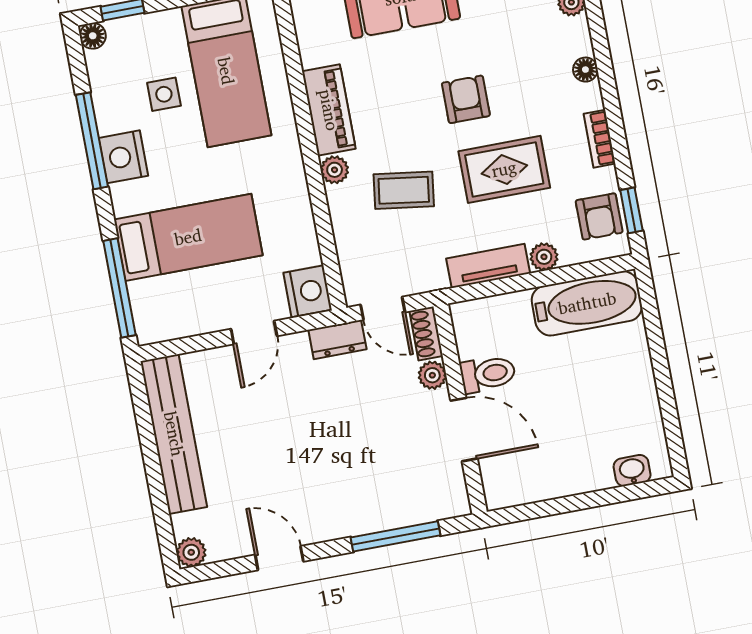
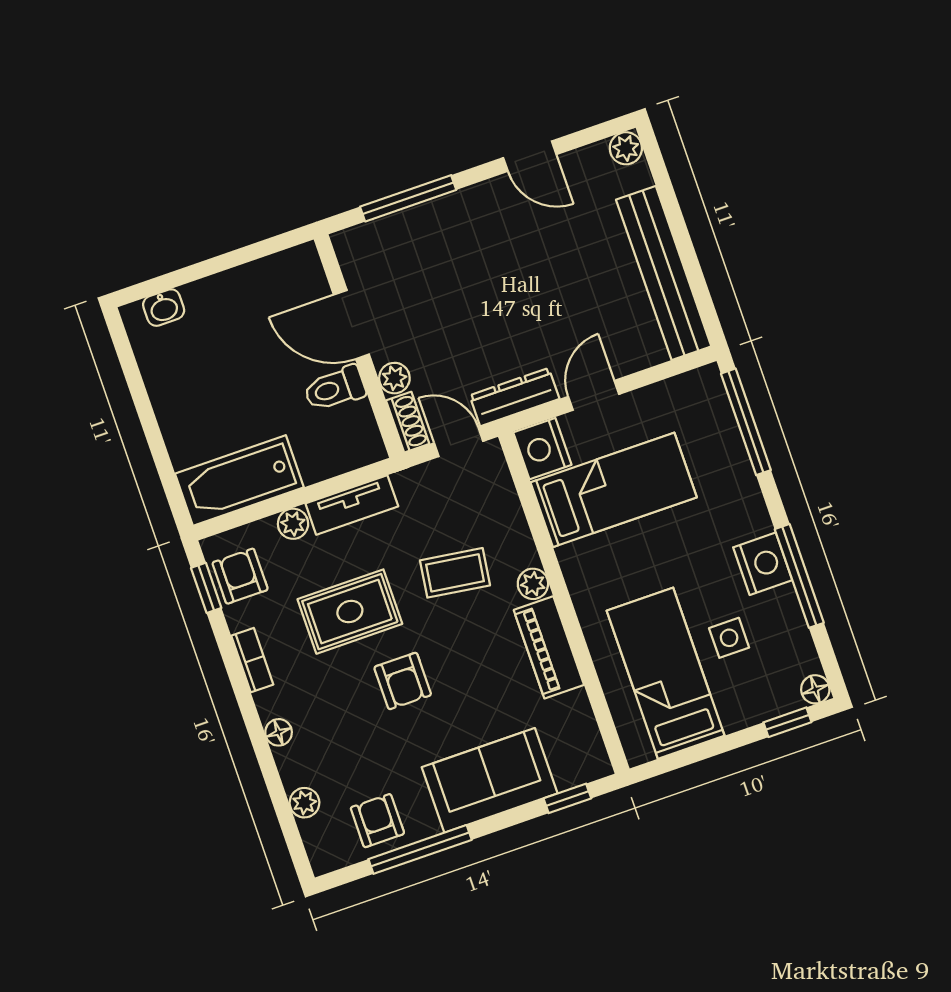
bed: (188, 237) -> (614, 490), moved, turned 180
dresser: (337, 340) -> (515, 397), width x1.44

